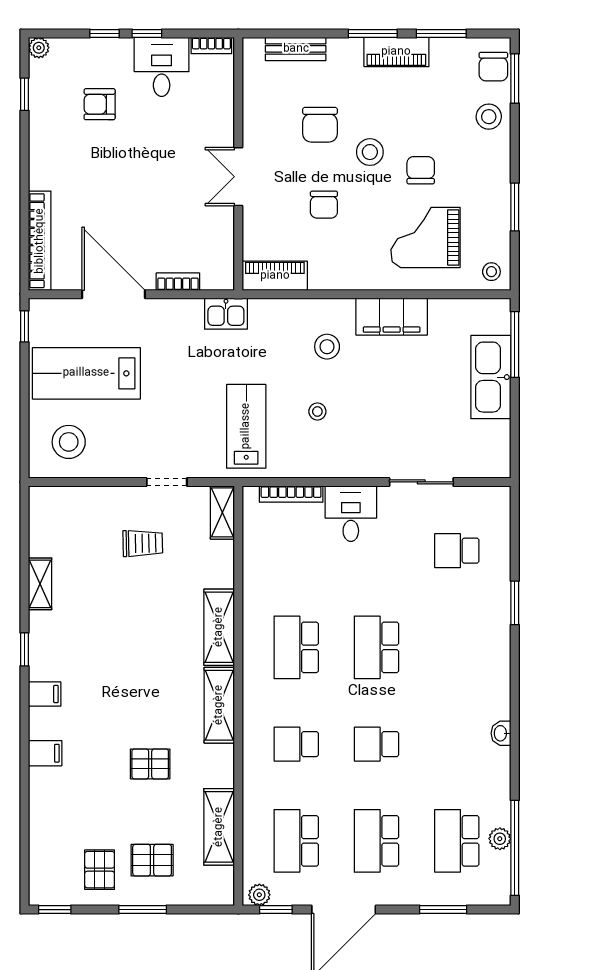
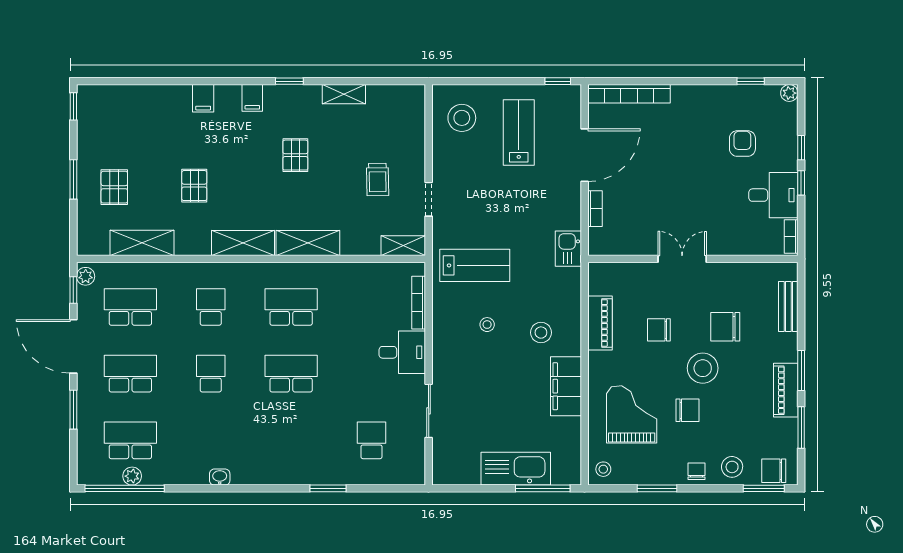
stool: (370, 152) -> (703, 368), width x1.38, depth x1.38
chair: (494, 160) -> (696, 471), added
piano: (275, 276) -> (600, 323), moved
lab bench: (86, 373) -> (519, 133), width x0.73, depth x0.72
pallet: (100, 870) -> (295, 155), moved, turned 90
window: (443, 910) -> (73, 410), moved

